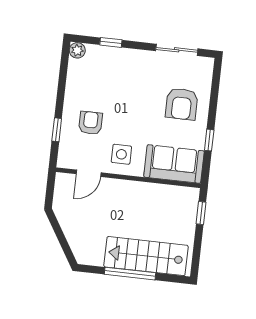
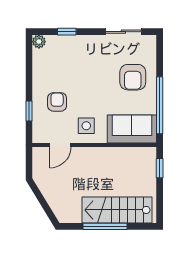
window: (209, 140) -> (160, 105), width x3.17

